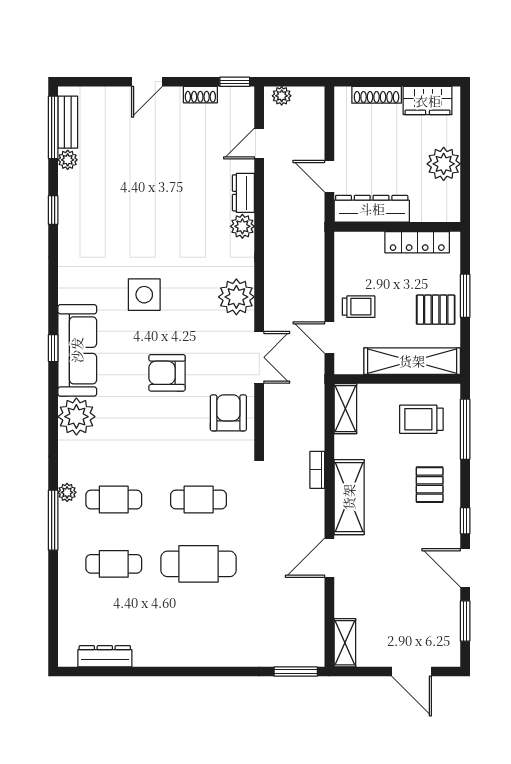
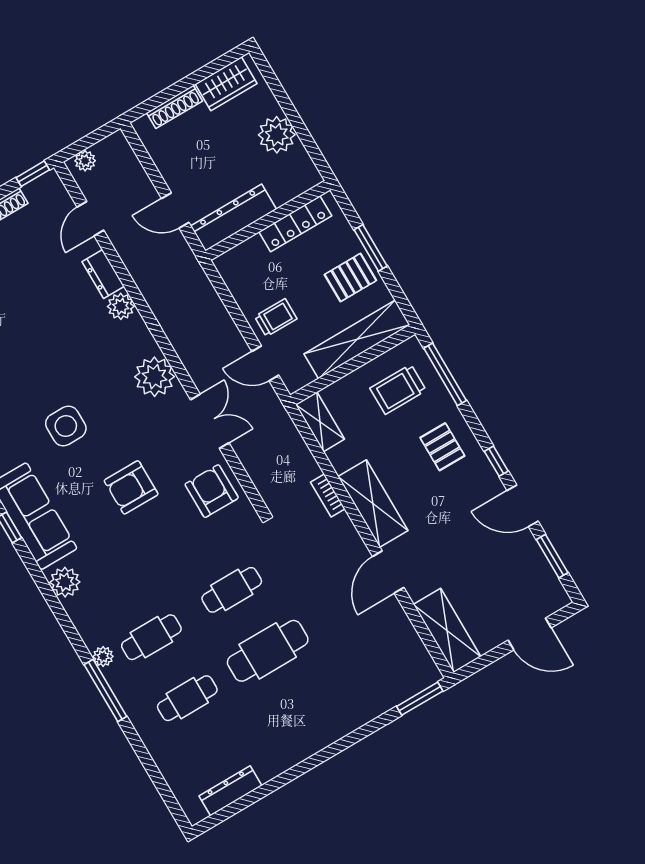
plant: (76, 417) -> (65, 582), width x0.73, depth x0.73
shelving: (345, 643) -> (447, 630), width x1.50, depth x1.33

